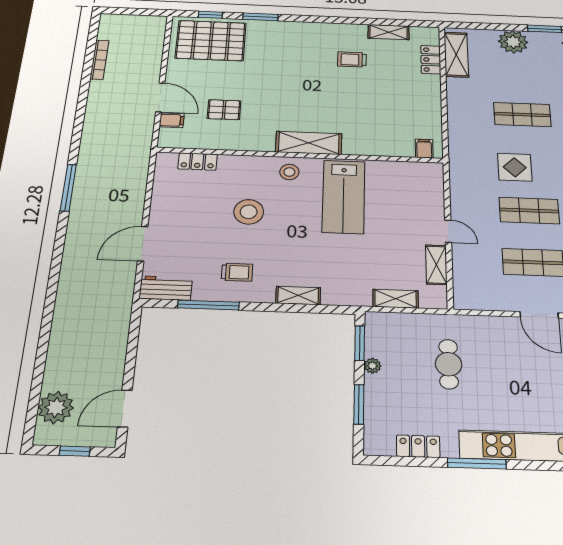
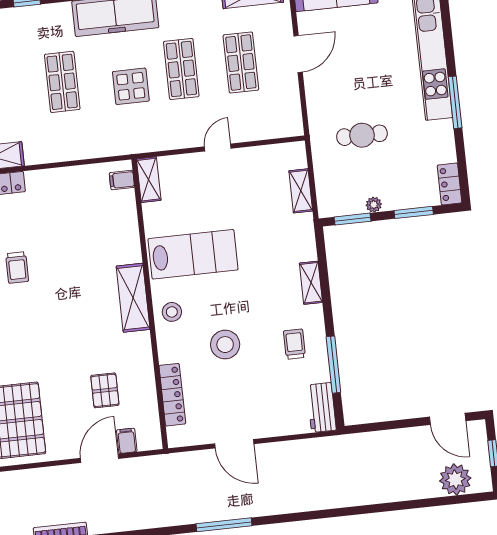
locker: (198, 162) -> (172, 395), width x1.53
door: (143, 244) -> (234, 444), moved
shelving: (436, 265) -> (149, 180), moved, turned 90
locker: (418, 446) -> (449, 184), moved

